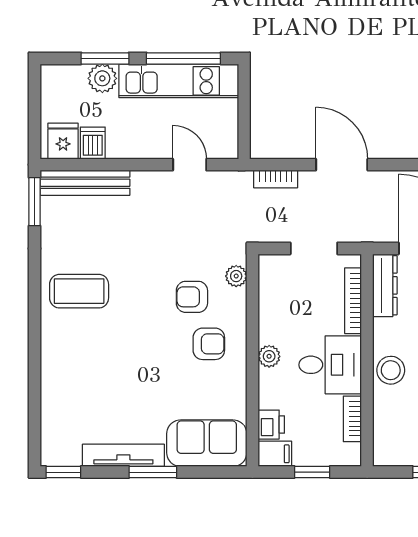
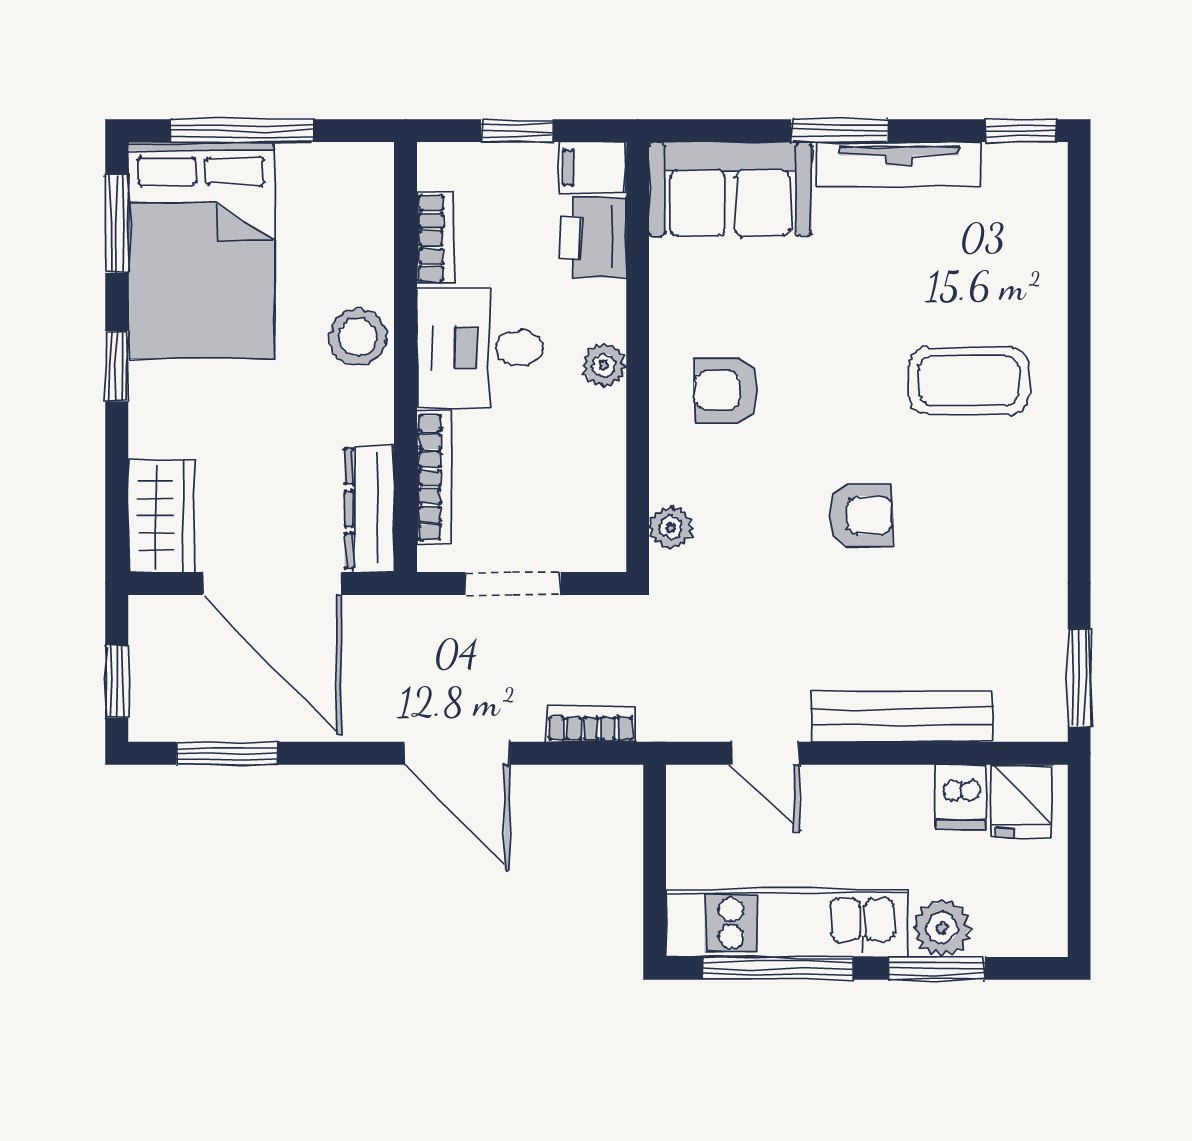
bench: (85, 183) -> (902, 717), moved
coffee table: (79, 291) -> (969, 381), moved
armchair: (192, 297) -> (861, 515), moved
printer: (271, 425) -> (593, 238), width x1.36, depth x1.24

